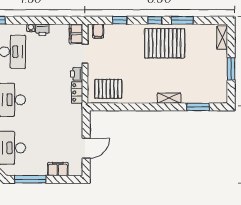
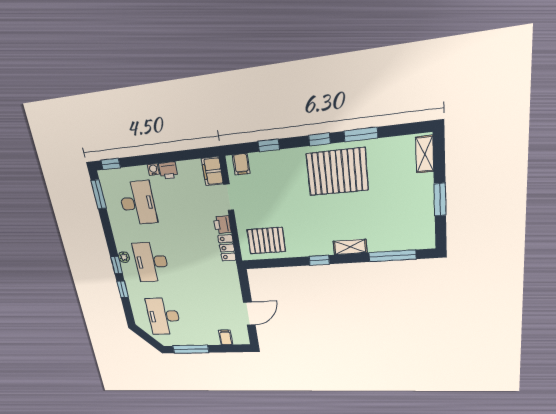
window: (146, 107) -> (319, 260), added
window: (198, 107) -> (392, 256), width x1.44
filing cabinet: (58, 169) -> (226, 337), width x0.50

